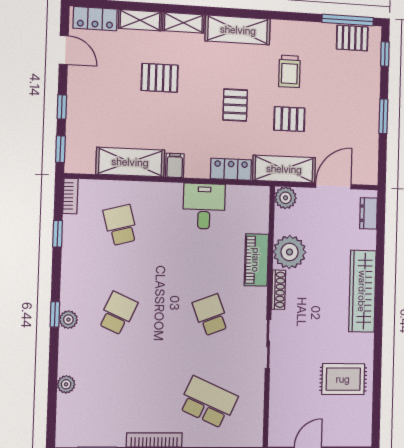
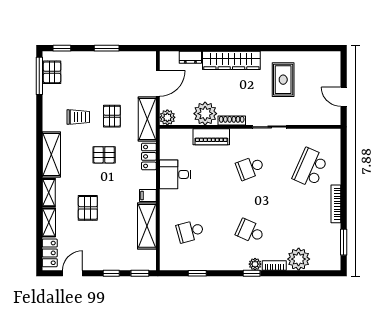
door: (333, 186) -> (158, 83), swing flipped
bookcase: (70, 196) -> (274, 266), moved
dresser: (369, 213) -> (190, 57), moved
rug: (343, 379) -> (283, 80), moved
plant: (66, 384) -> (299, 259), width x1.88, depth x1.88

